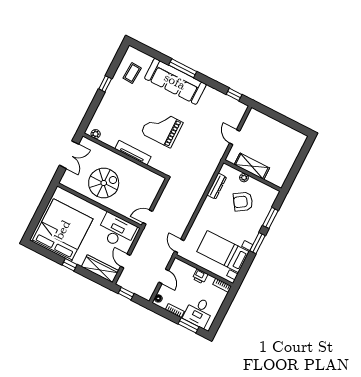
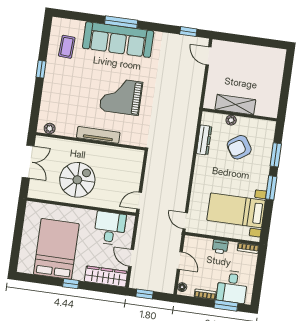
door: (235, 137) -> (208, 56), moved
bed: (62, 230) -> (56, 249), width x0.73
desk: (116, 231) -> (110, 228), width x0.73

